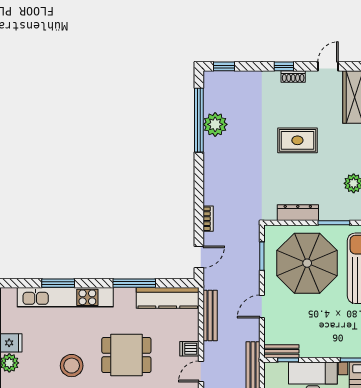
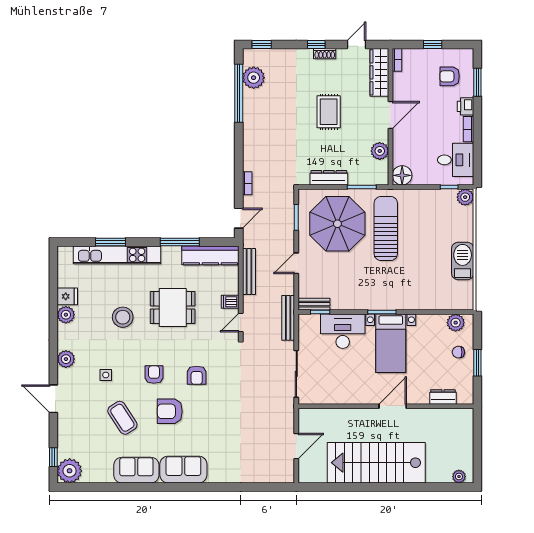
plant: (215, 124) -> (254, 78), moved
rug: (297, 140) -> (329, 112), turned 90

